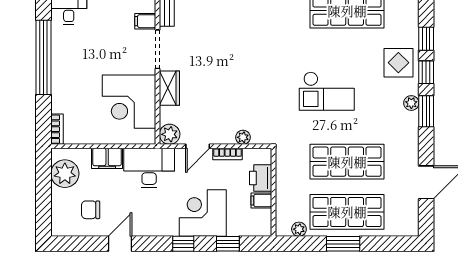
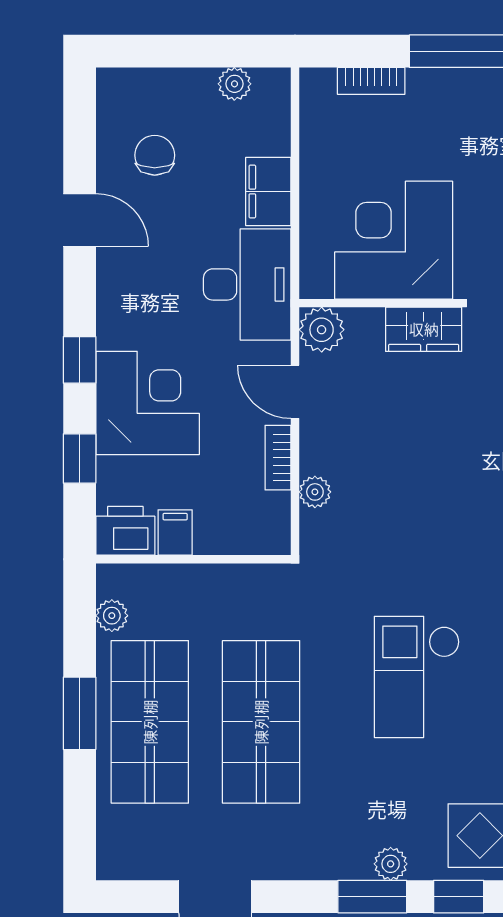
bookcase: (57, 129) -> (371, 81), moved
plant: (65, 174) -> (234, 84), width x0.53, depth x0.53
printer: (261, 178) -> (125, 531), moved

